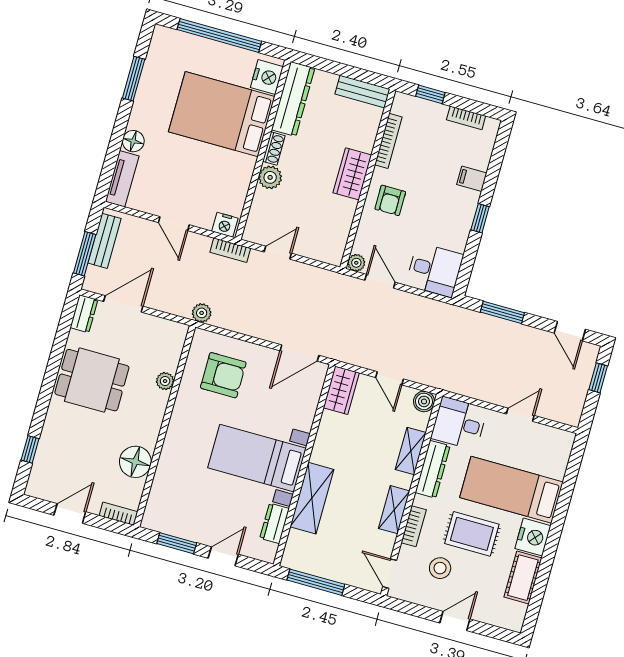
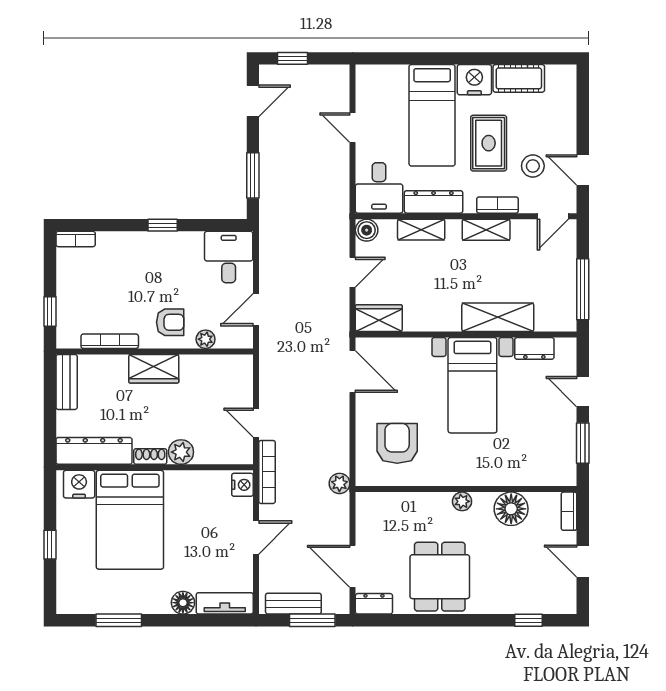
window: (219, 35) -> (50, 545), width x0.32
bookcase: (466, 118) -> (76, 239), moved, turned 90
filing cabinet: (472, 179) -> (125, 245), removed
bookcase: (230, 250) -> (267, 472), width x1.56
plant: (356, 263) -> (206, 339), moved
plant: (165, 381) -> (462, 501), moved
door: (455, 621) -> (583, 170), moved

